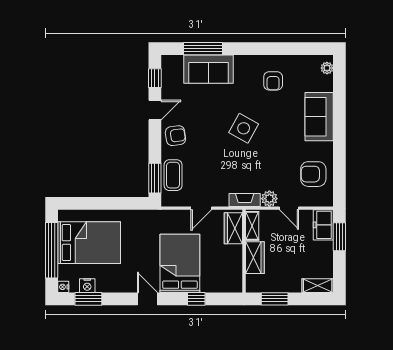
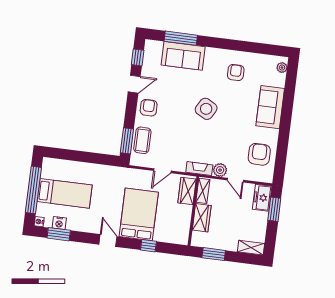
armchair: (273, 81) -> (236, 72), turned 180
armchair: (175, 136) -> (149, 108), turned -82
armchair: (313, 174) -> (259, 154), turned 90
bed: (89, 243) -> (65, 193), width x0.67

